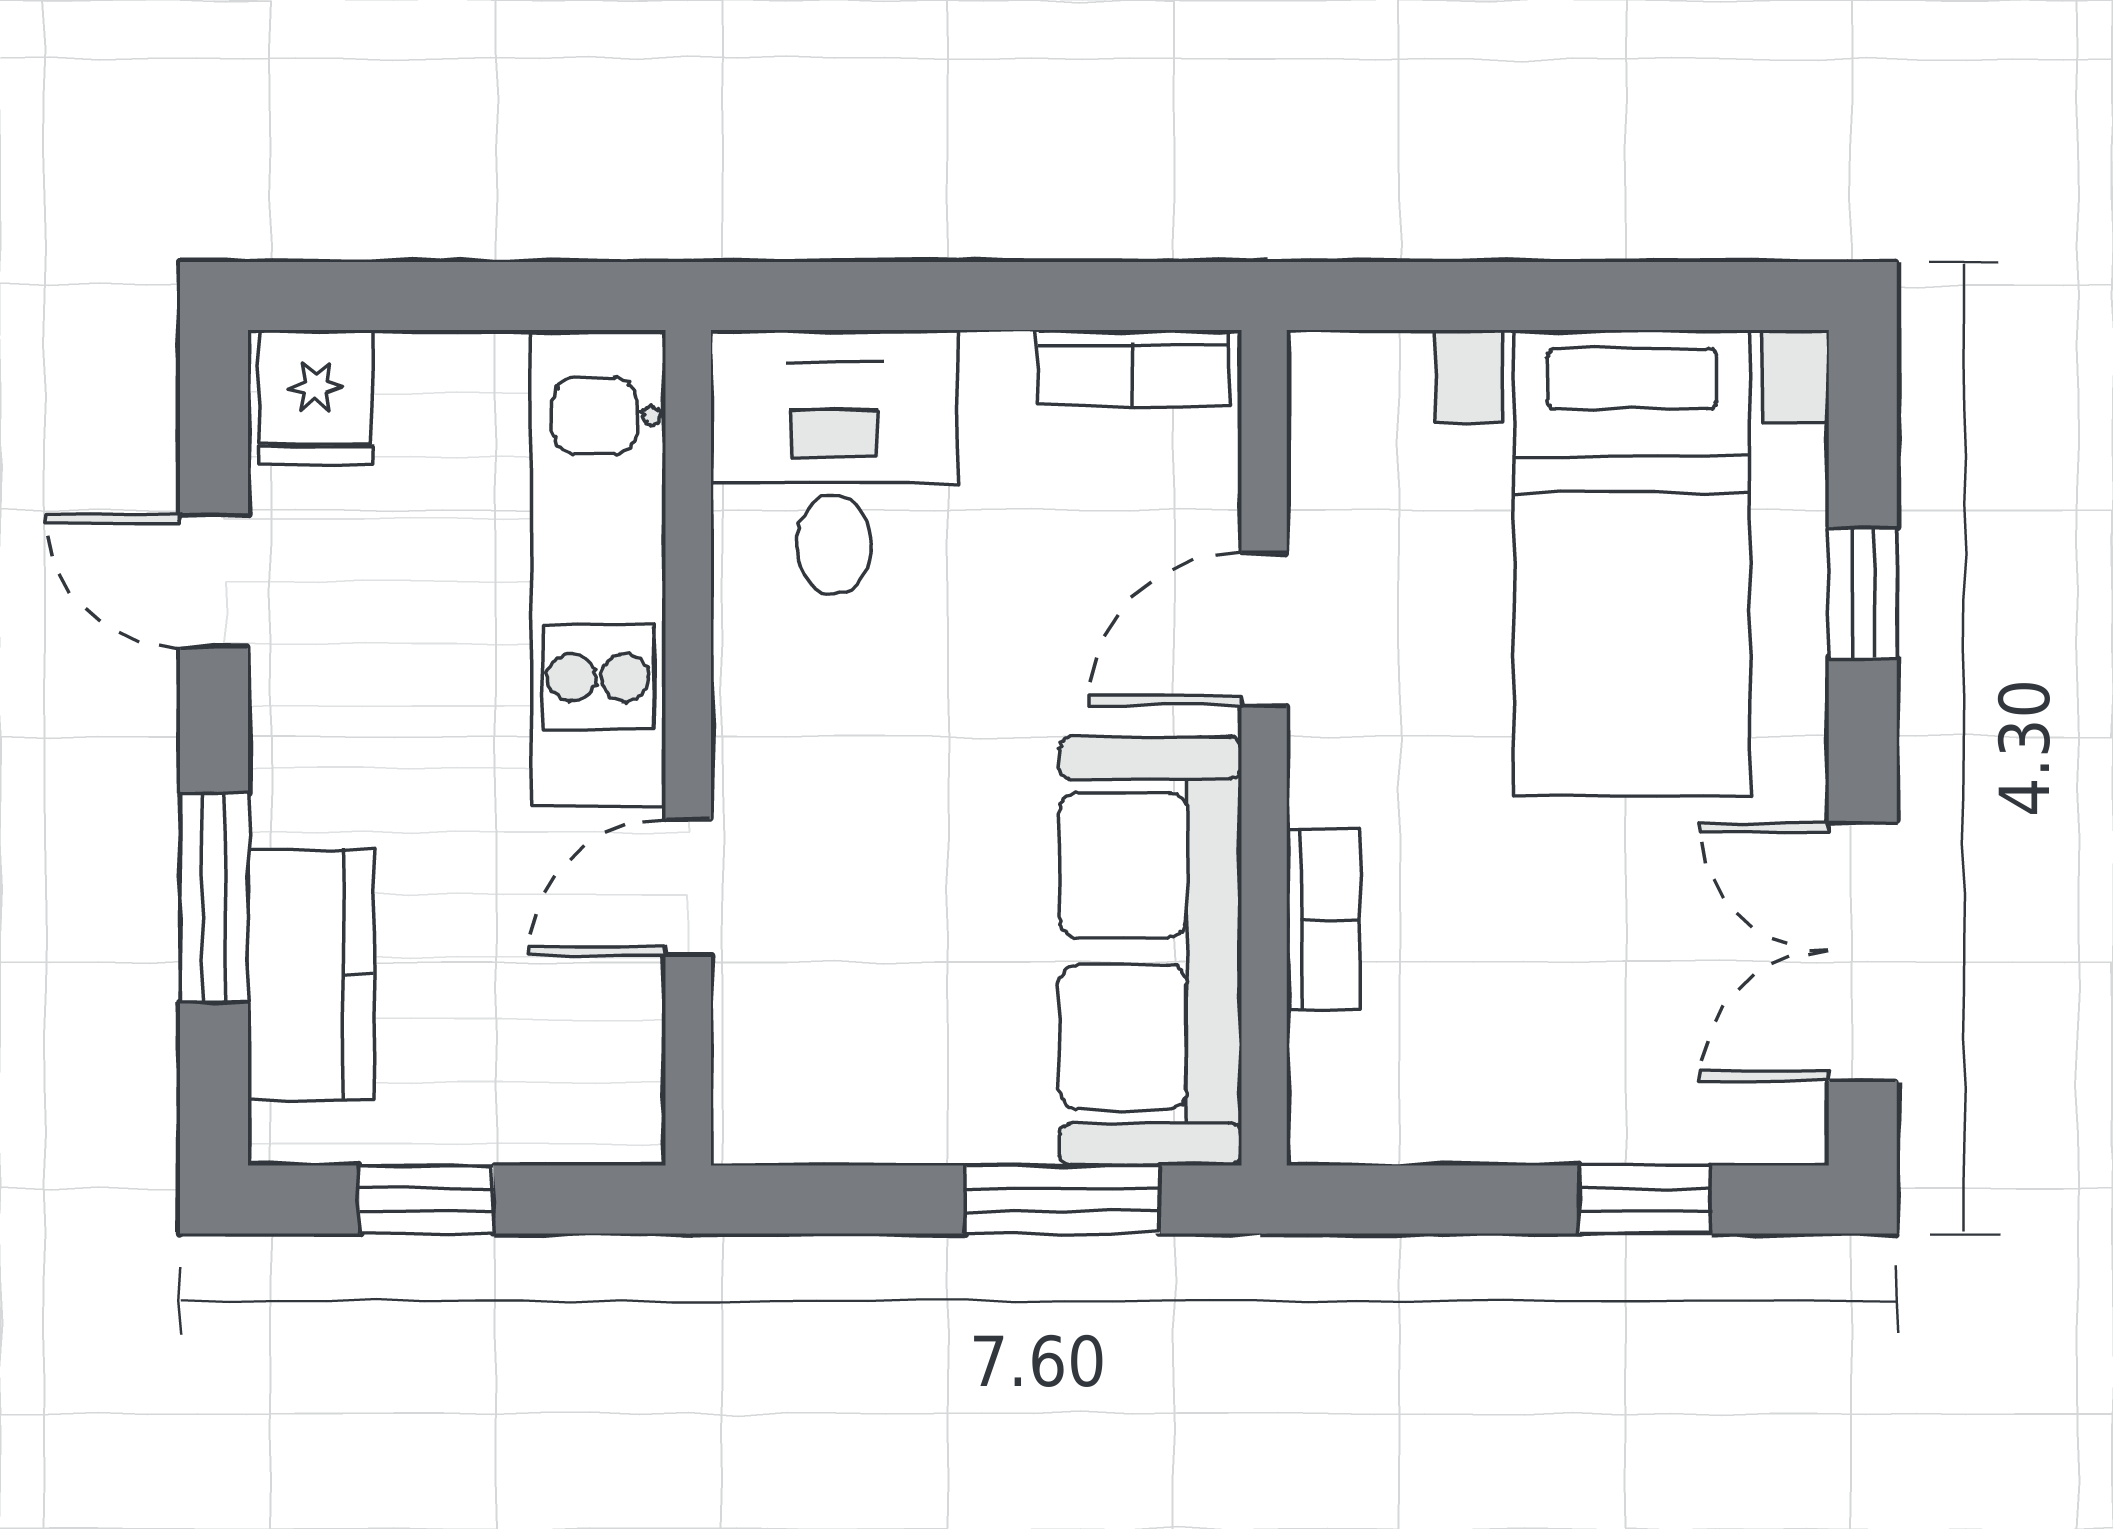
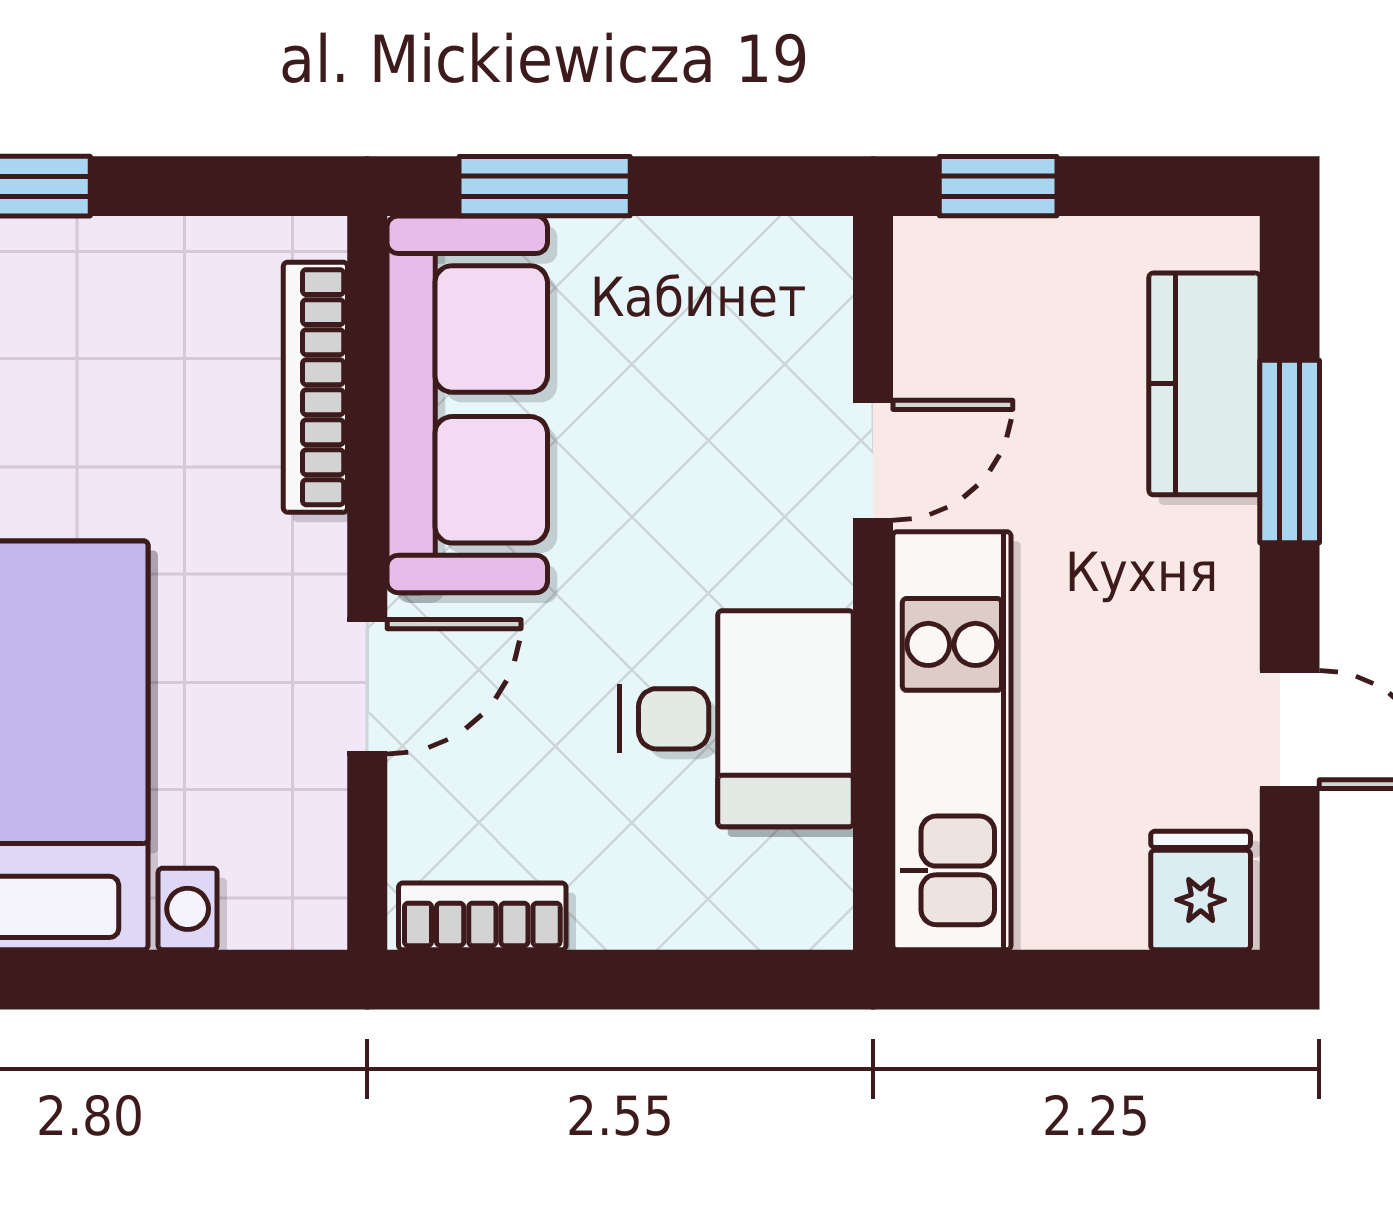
desk: (834, 463) -> (737, 719), moved, turned -90
bookcase: (1323, 919) -> (315, 387), width x1.56
window: (426, 1199) -> (998, 186), moved

